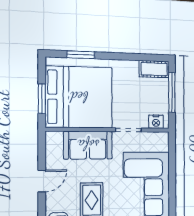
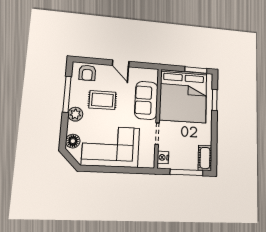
window: (42, 99) -> (196, 70), moved

